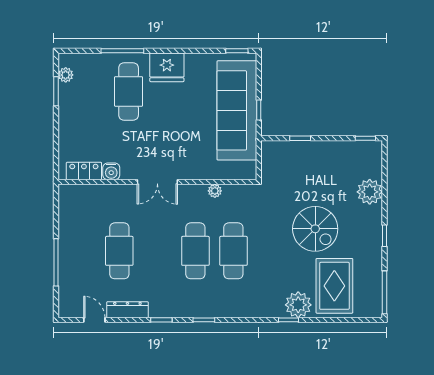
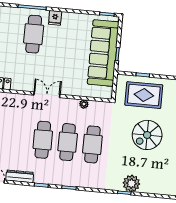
fridge: (167, 67) -> (55, 18), width x0.53, depth x0.75
water cooler: (111, 171) -> (18, 85), removed
double door: (157, 182) -> (47, 95), swing flipped
spiral stairs: (315, 229) -> (147, 135), turned 90
cafe table: (119, 251) -> (43, 140), moved
rug: (334, 286) -> (144, 95), moved, turned 90

